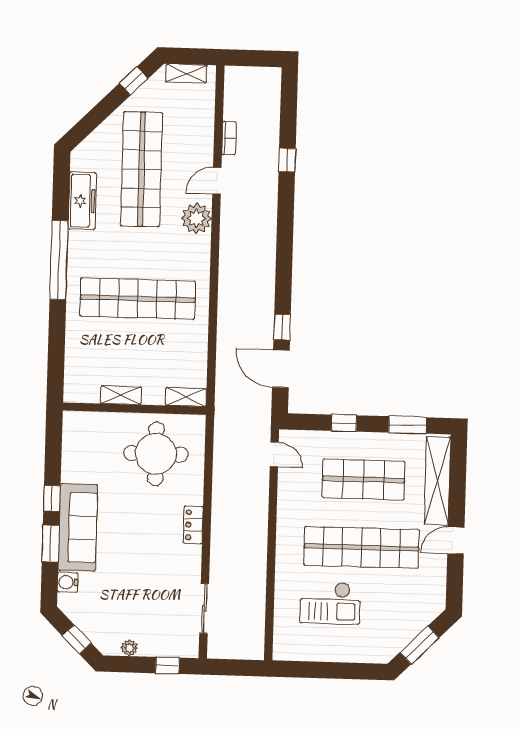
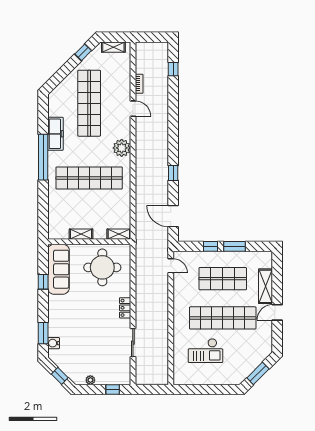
window: (287, 160) -> (173, 69), moved
door: (217, 181) -> (133, 109), swing flipped
freezer: (82, 201) -> (55, 134), moved
plant: (196, 218) -> (122, 148), moved
window: (282, 327) -> (173, 173), moved
window: (408, 425) -> (235, 246), moved
shelving: (437, 481) -> (265, 286), width x0.68
window: (52, 498) -> (43, 282), moved
sofa: (78, 527) -> (58, 269), moved
window: (51, 544) -> (43, 333), moved
sliding door: (204, 609) -> (133, 343), moved

